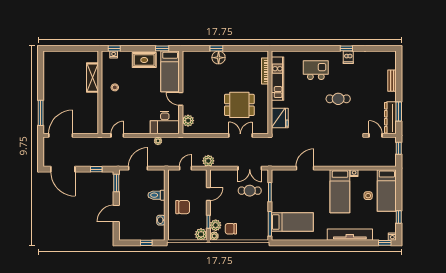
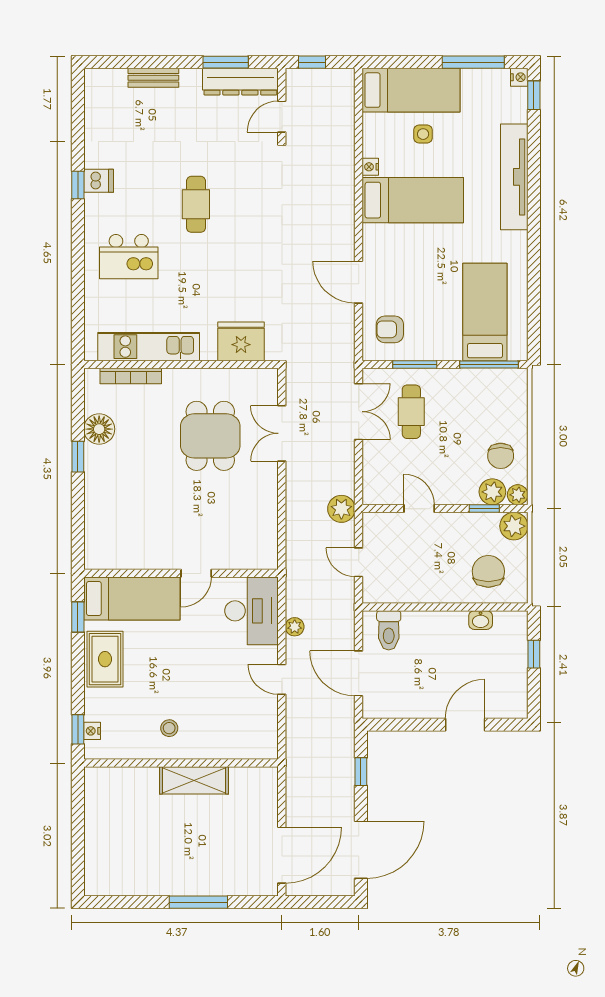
window: (216, 48) -> (78, 457), moved
floor lamp: (219, 58) -> (99, 429), moved
kitchen island: (316, 70) -> (129, 257), turned -90
shelving: (93, 78) -> (194, 780), moved
window: (41, 113) -> (198, 902), moved
plant: (188, 121) -> (247, 556), removed
door: (61, 135) -> (282, 855), swing flipped
door: (117, 135) -> (282, 679), moved
armchair: (285, 181) -> (390, 329), added
window: (116, 183) -> (393, 725), removed
toilet: (156, 195) -> (389, 630), moved
chair: (183, 207) -> (488, 571), moved
door: (116, 214) -> (465, 725), swing flipped
window: (399, 217) -> (473, 62), width x2.17

